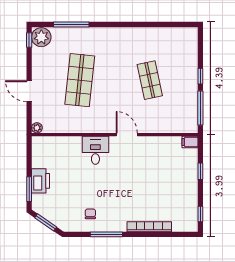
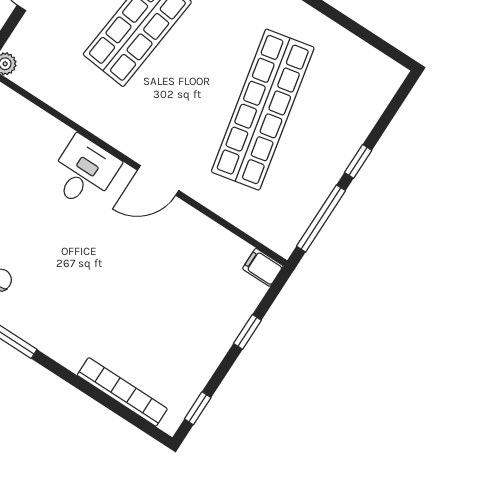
shop shelf: (150, 80) -> (263, 110), width x2.00, depth x1.36
door: (127, 135) -> (158, 180), swing flipped
bookcase: (149, 227) -> (122, 392), moved

